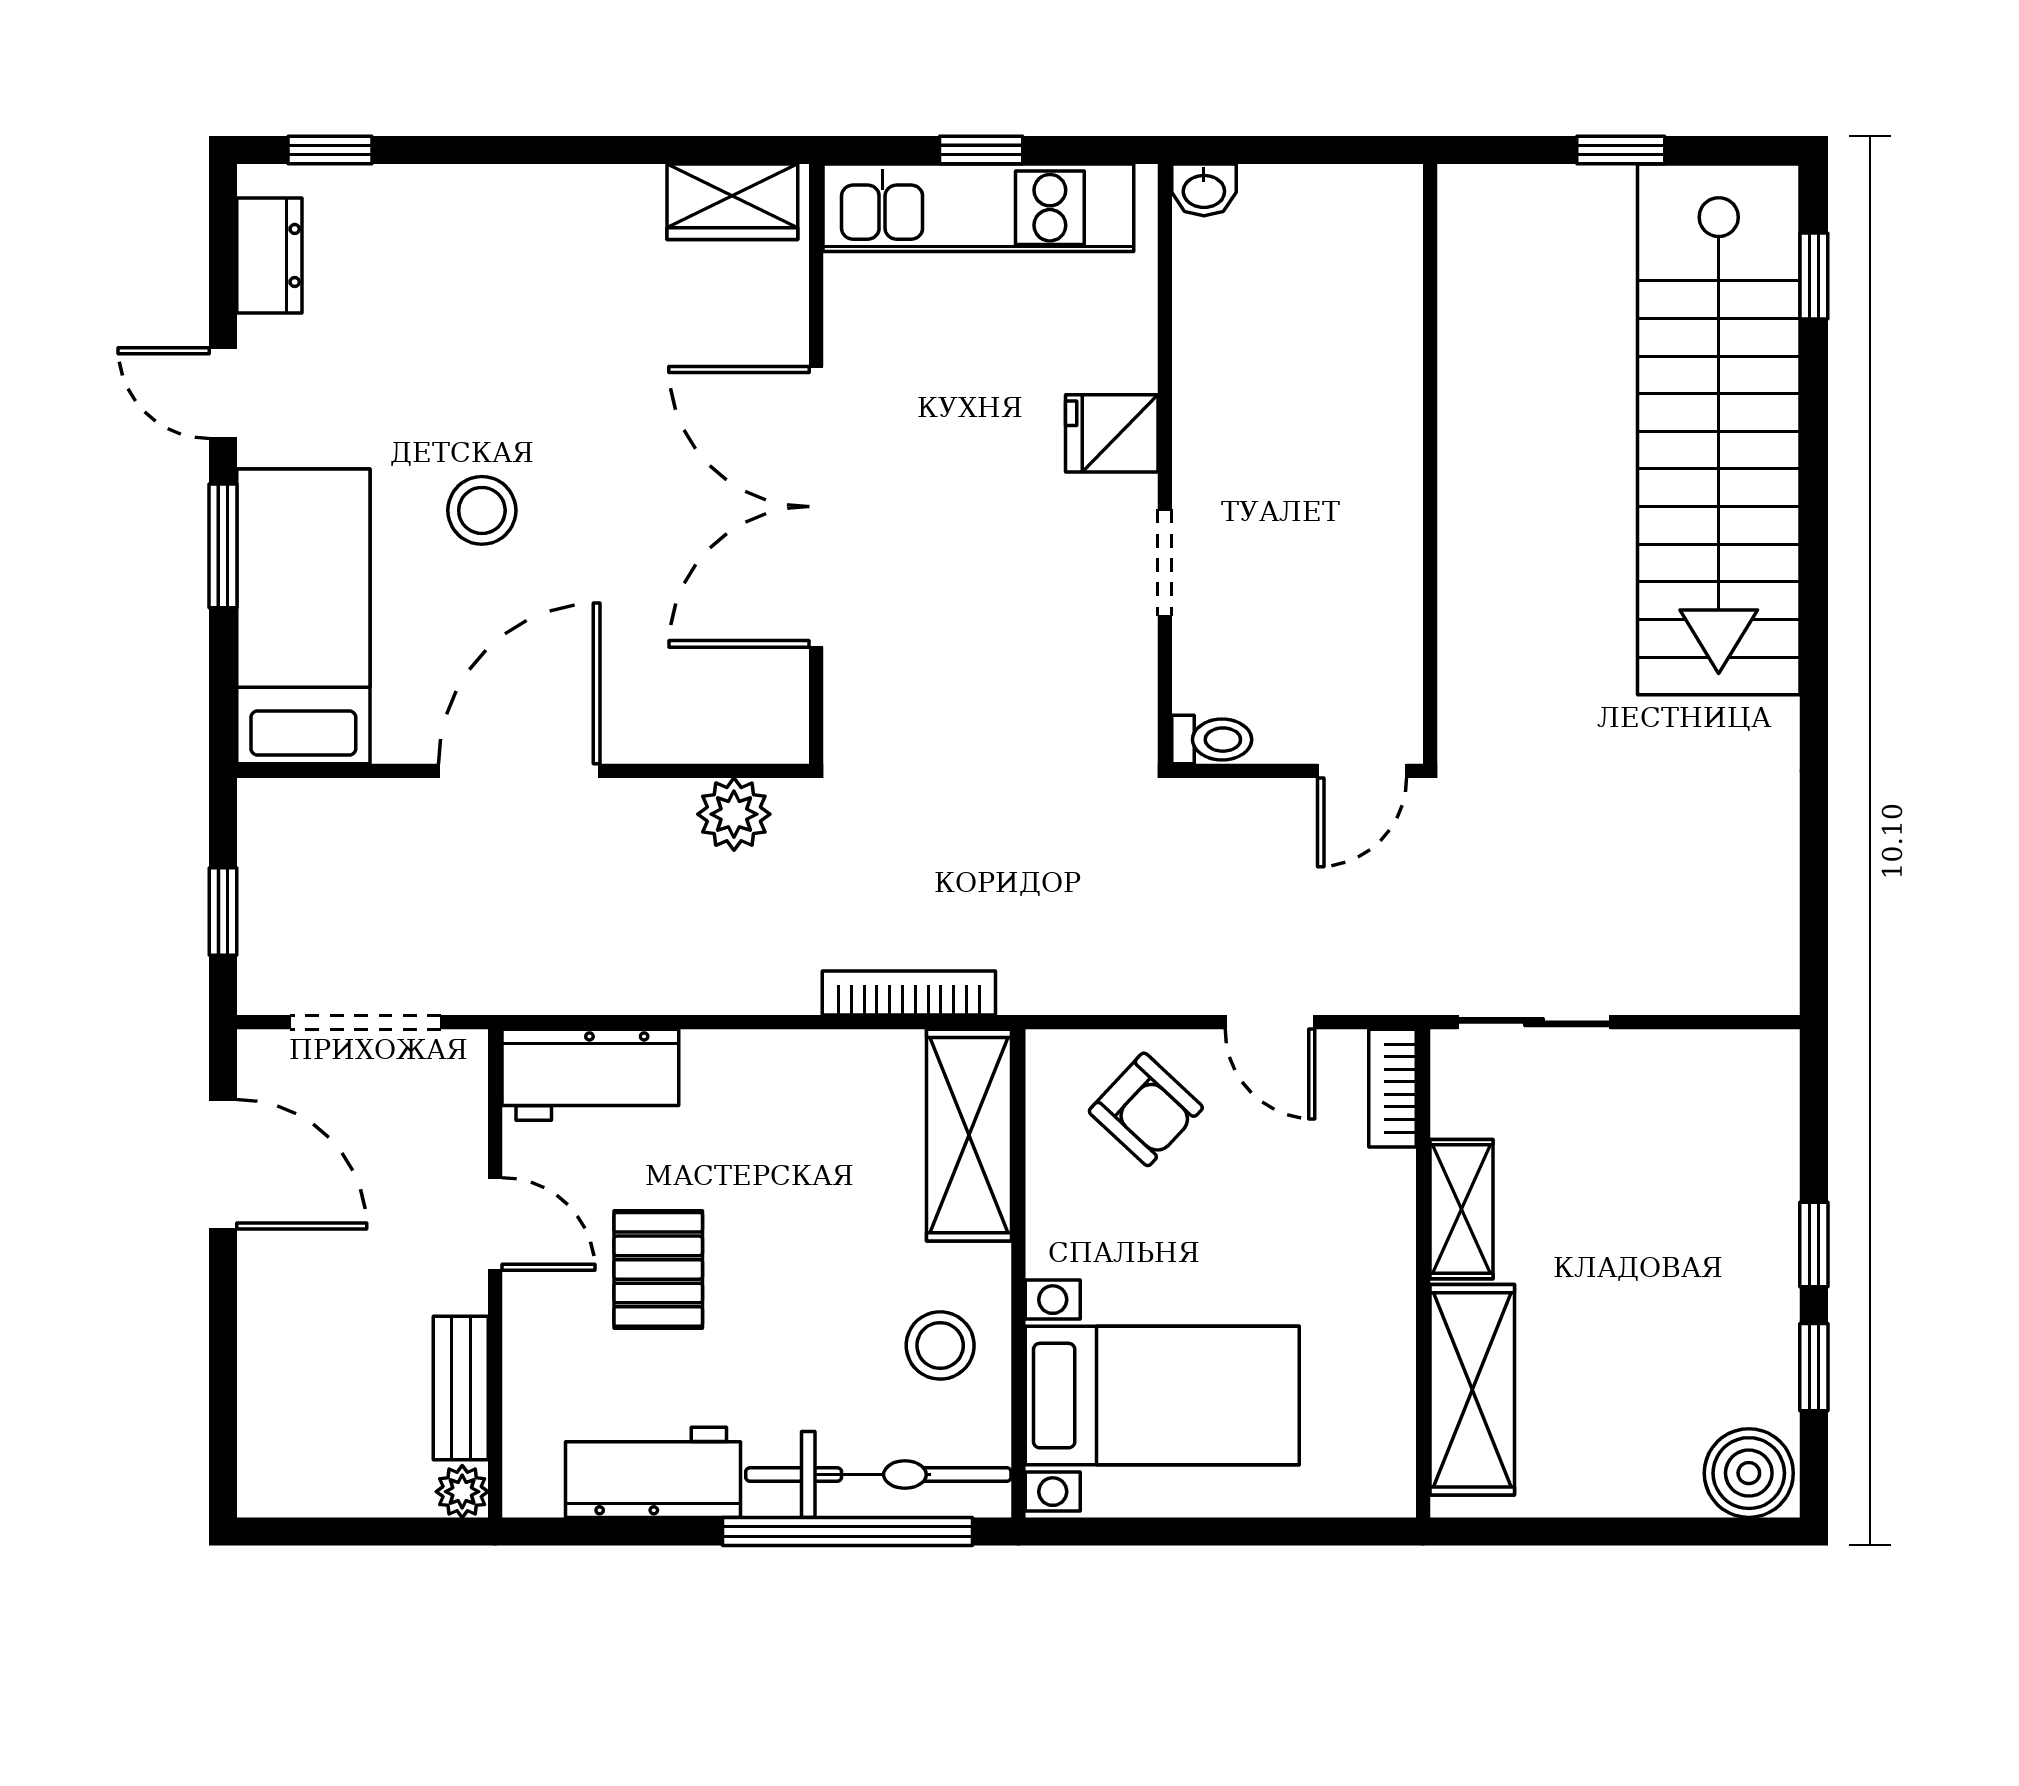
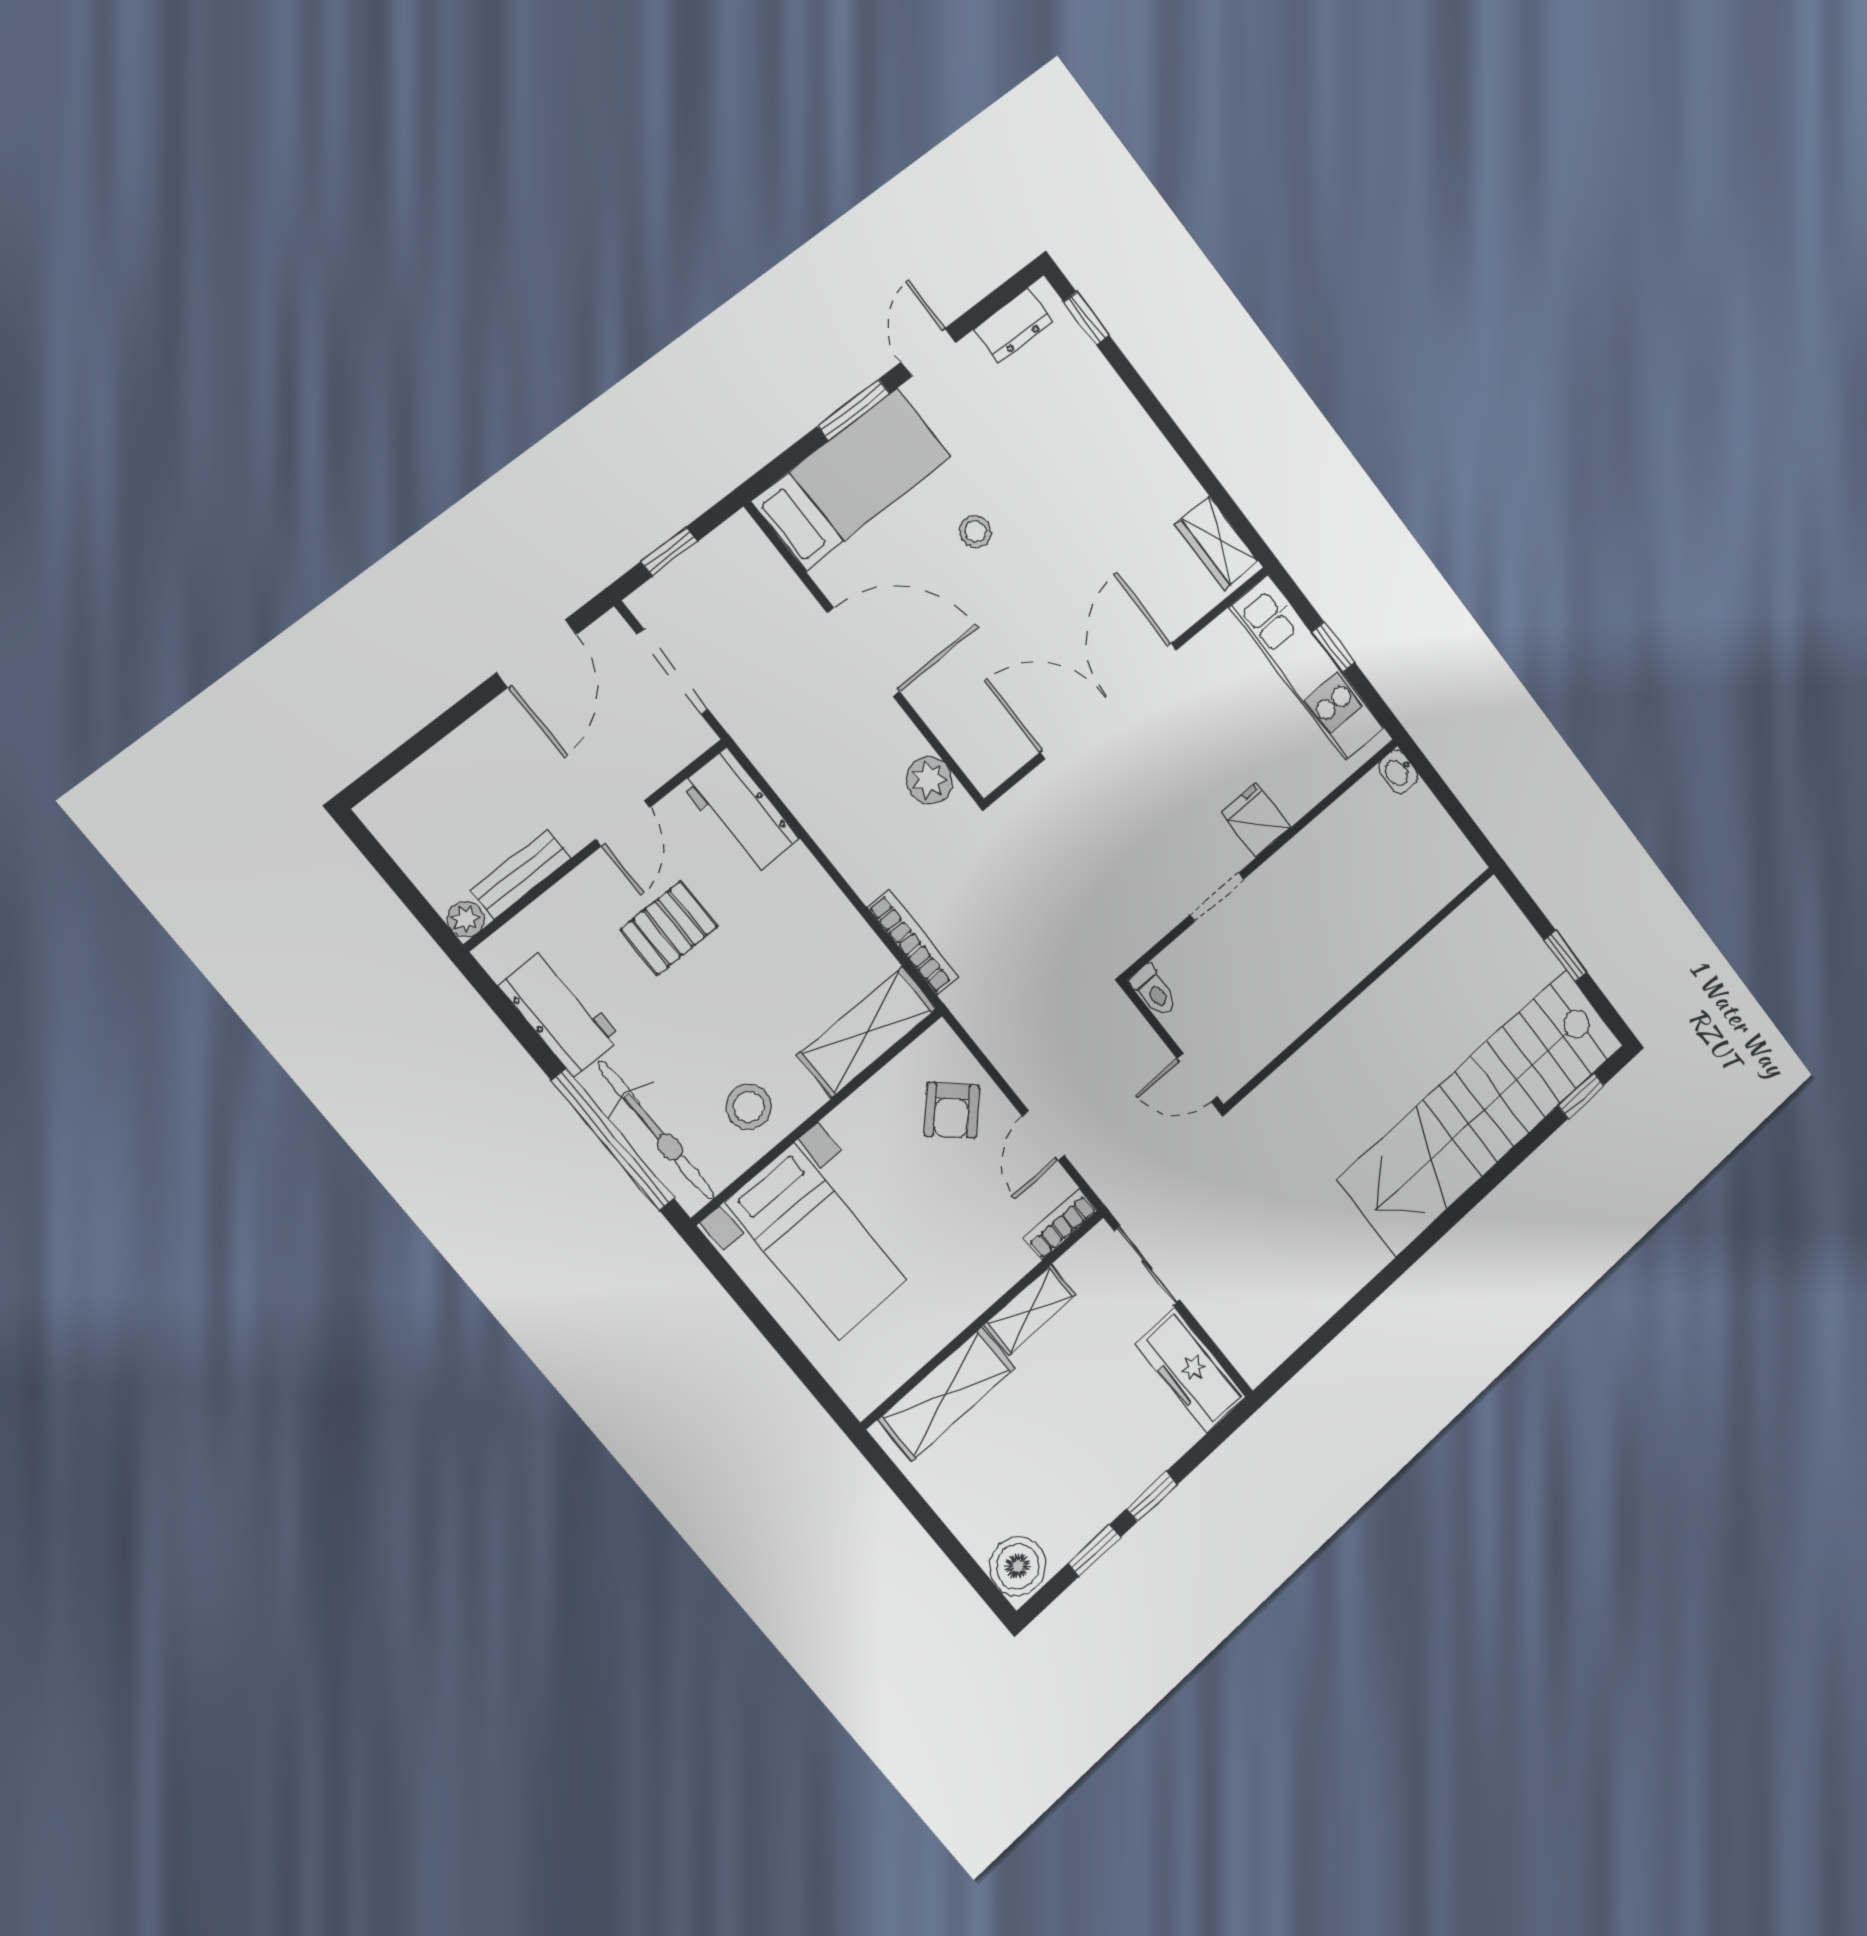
stool: (482, 510) -> (975, 532), width x0.73, depth x0.73
freezer: (1707, 1072) -> (1191, 1371), added

